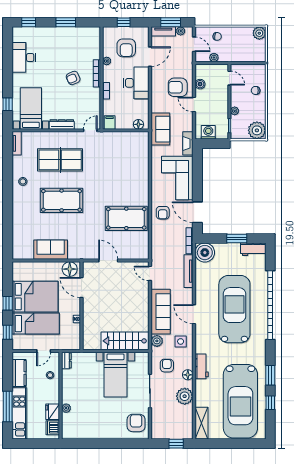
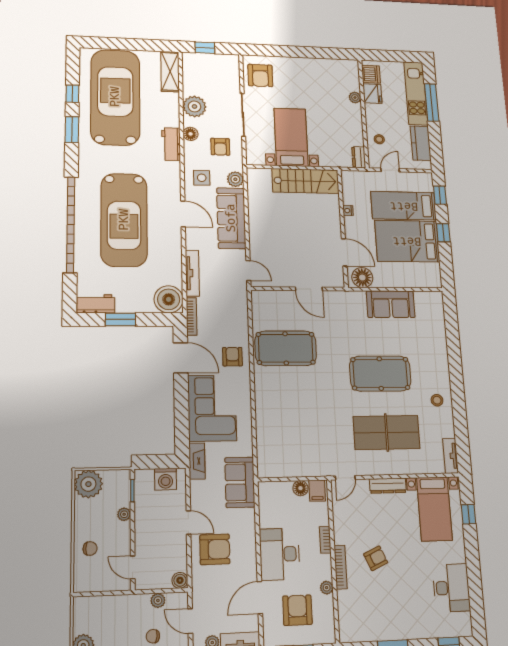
boiler: (200, 84) -> (180, 580), moved
floor lamp: (138, 124) -> (300, 488), moved
stairs: (125, 341) -> (306, 181), moved

